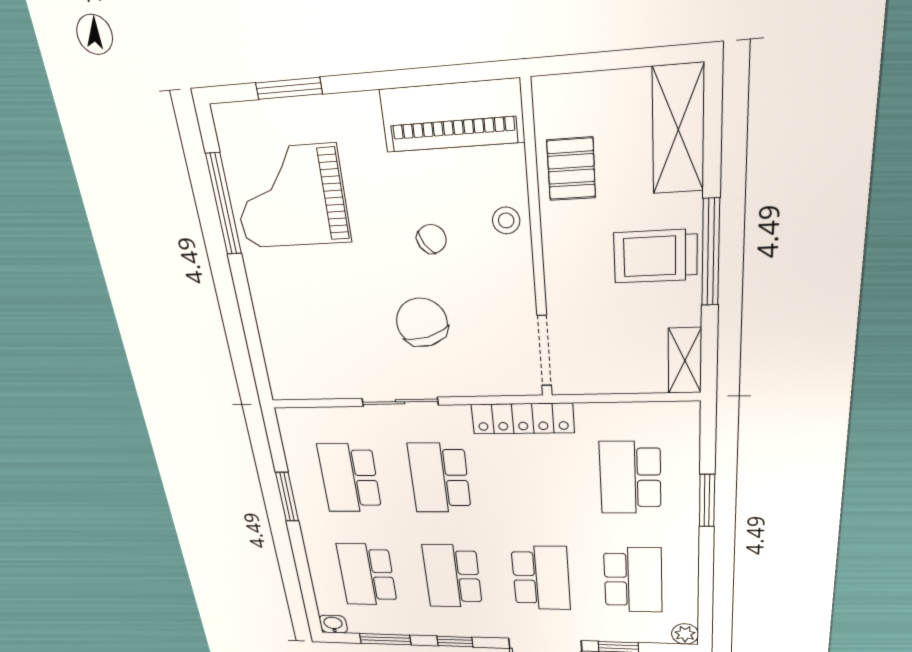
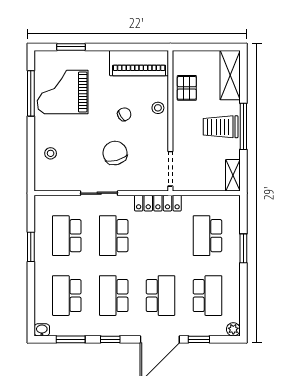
stool: (290, 328) -> (51, 153), added

